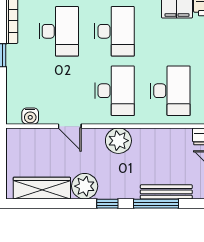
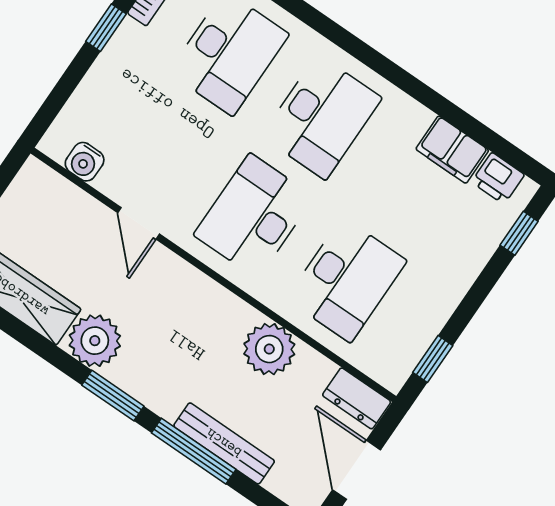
desk: (115, 91) -> (254, 216), turned 180
plant: (118, 141) -> (269, 349), moved
window: (107, 204) -> (113, 396), width x1.50

